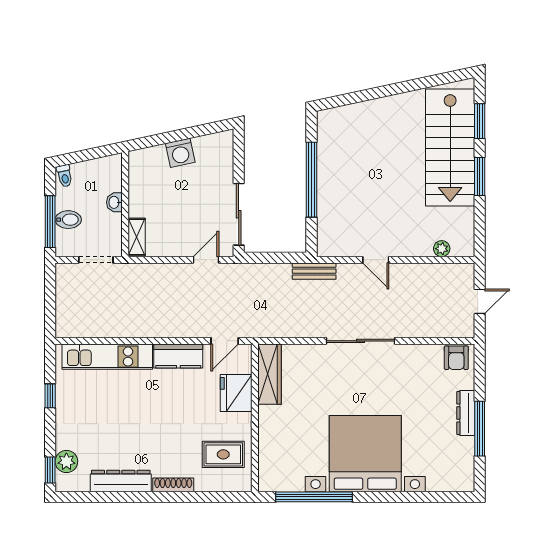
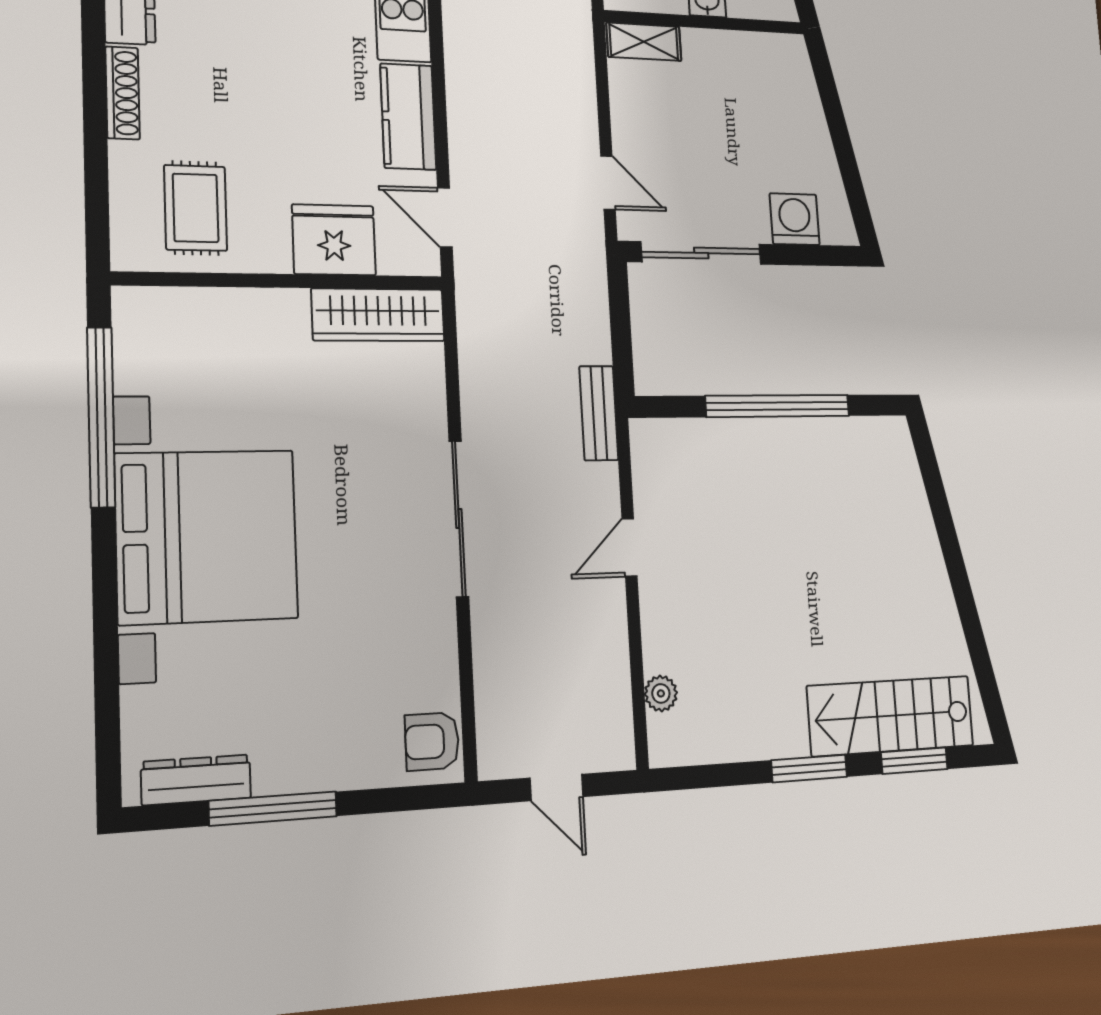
stairs: (450, 147) -> (891, 716), width x0.73, depth x0.66
washing machine: (180, 153) -> (795, 219), moved, turned 102
dresser: (466, 413) -> (196, 780), moved

